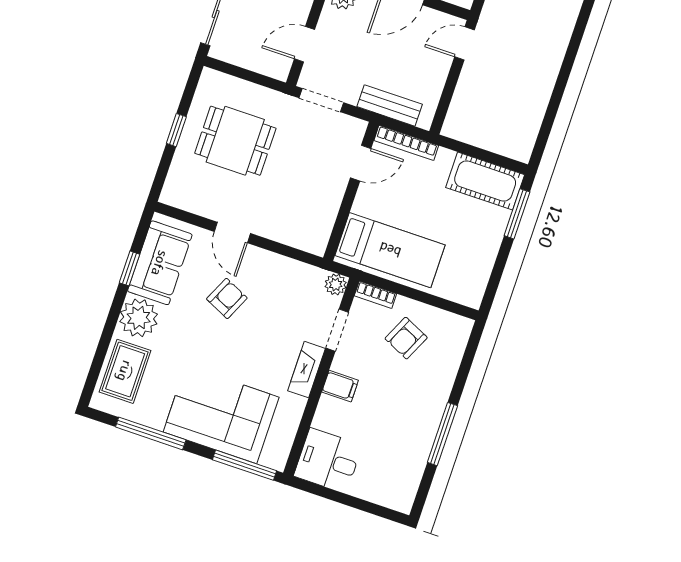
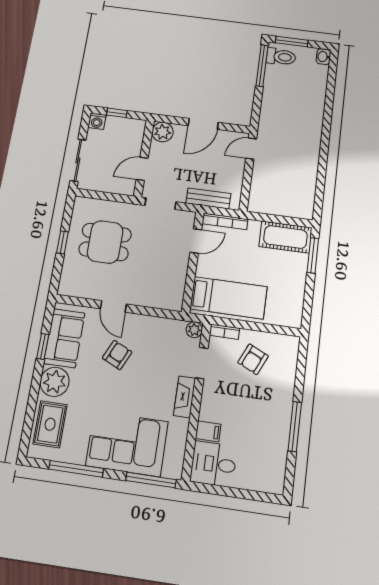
filing cabinet: (340, 386) -> (208, 431), moved

